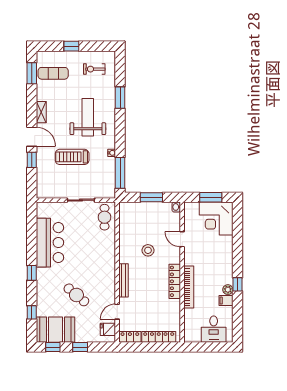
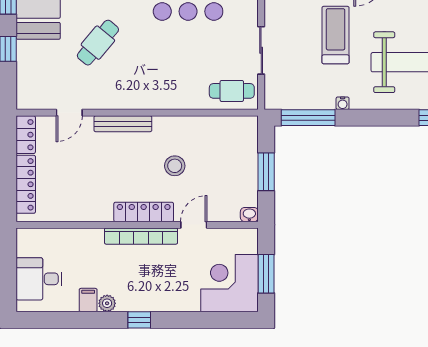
locker: (175, 281) -> (144, 212), moved
window: (237, 284) -> (139, 320), moved
bookcase: (189, 287) -> (141, 236), moved
door: (117, 312) -> (69, 113), swing flipped
fridge: (108, 329) -> (39, 97), removed

